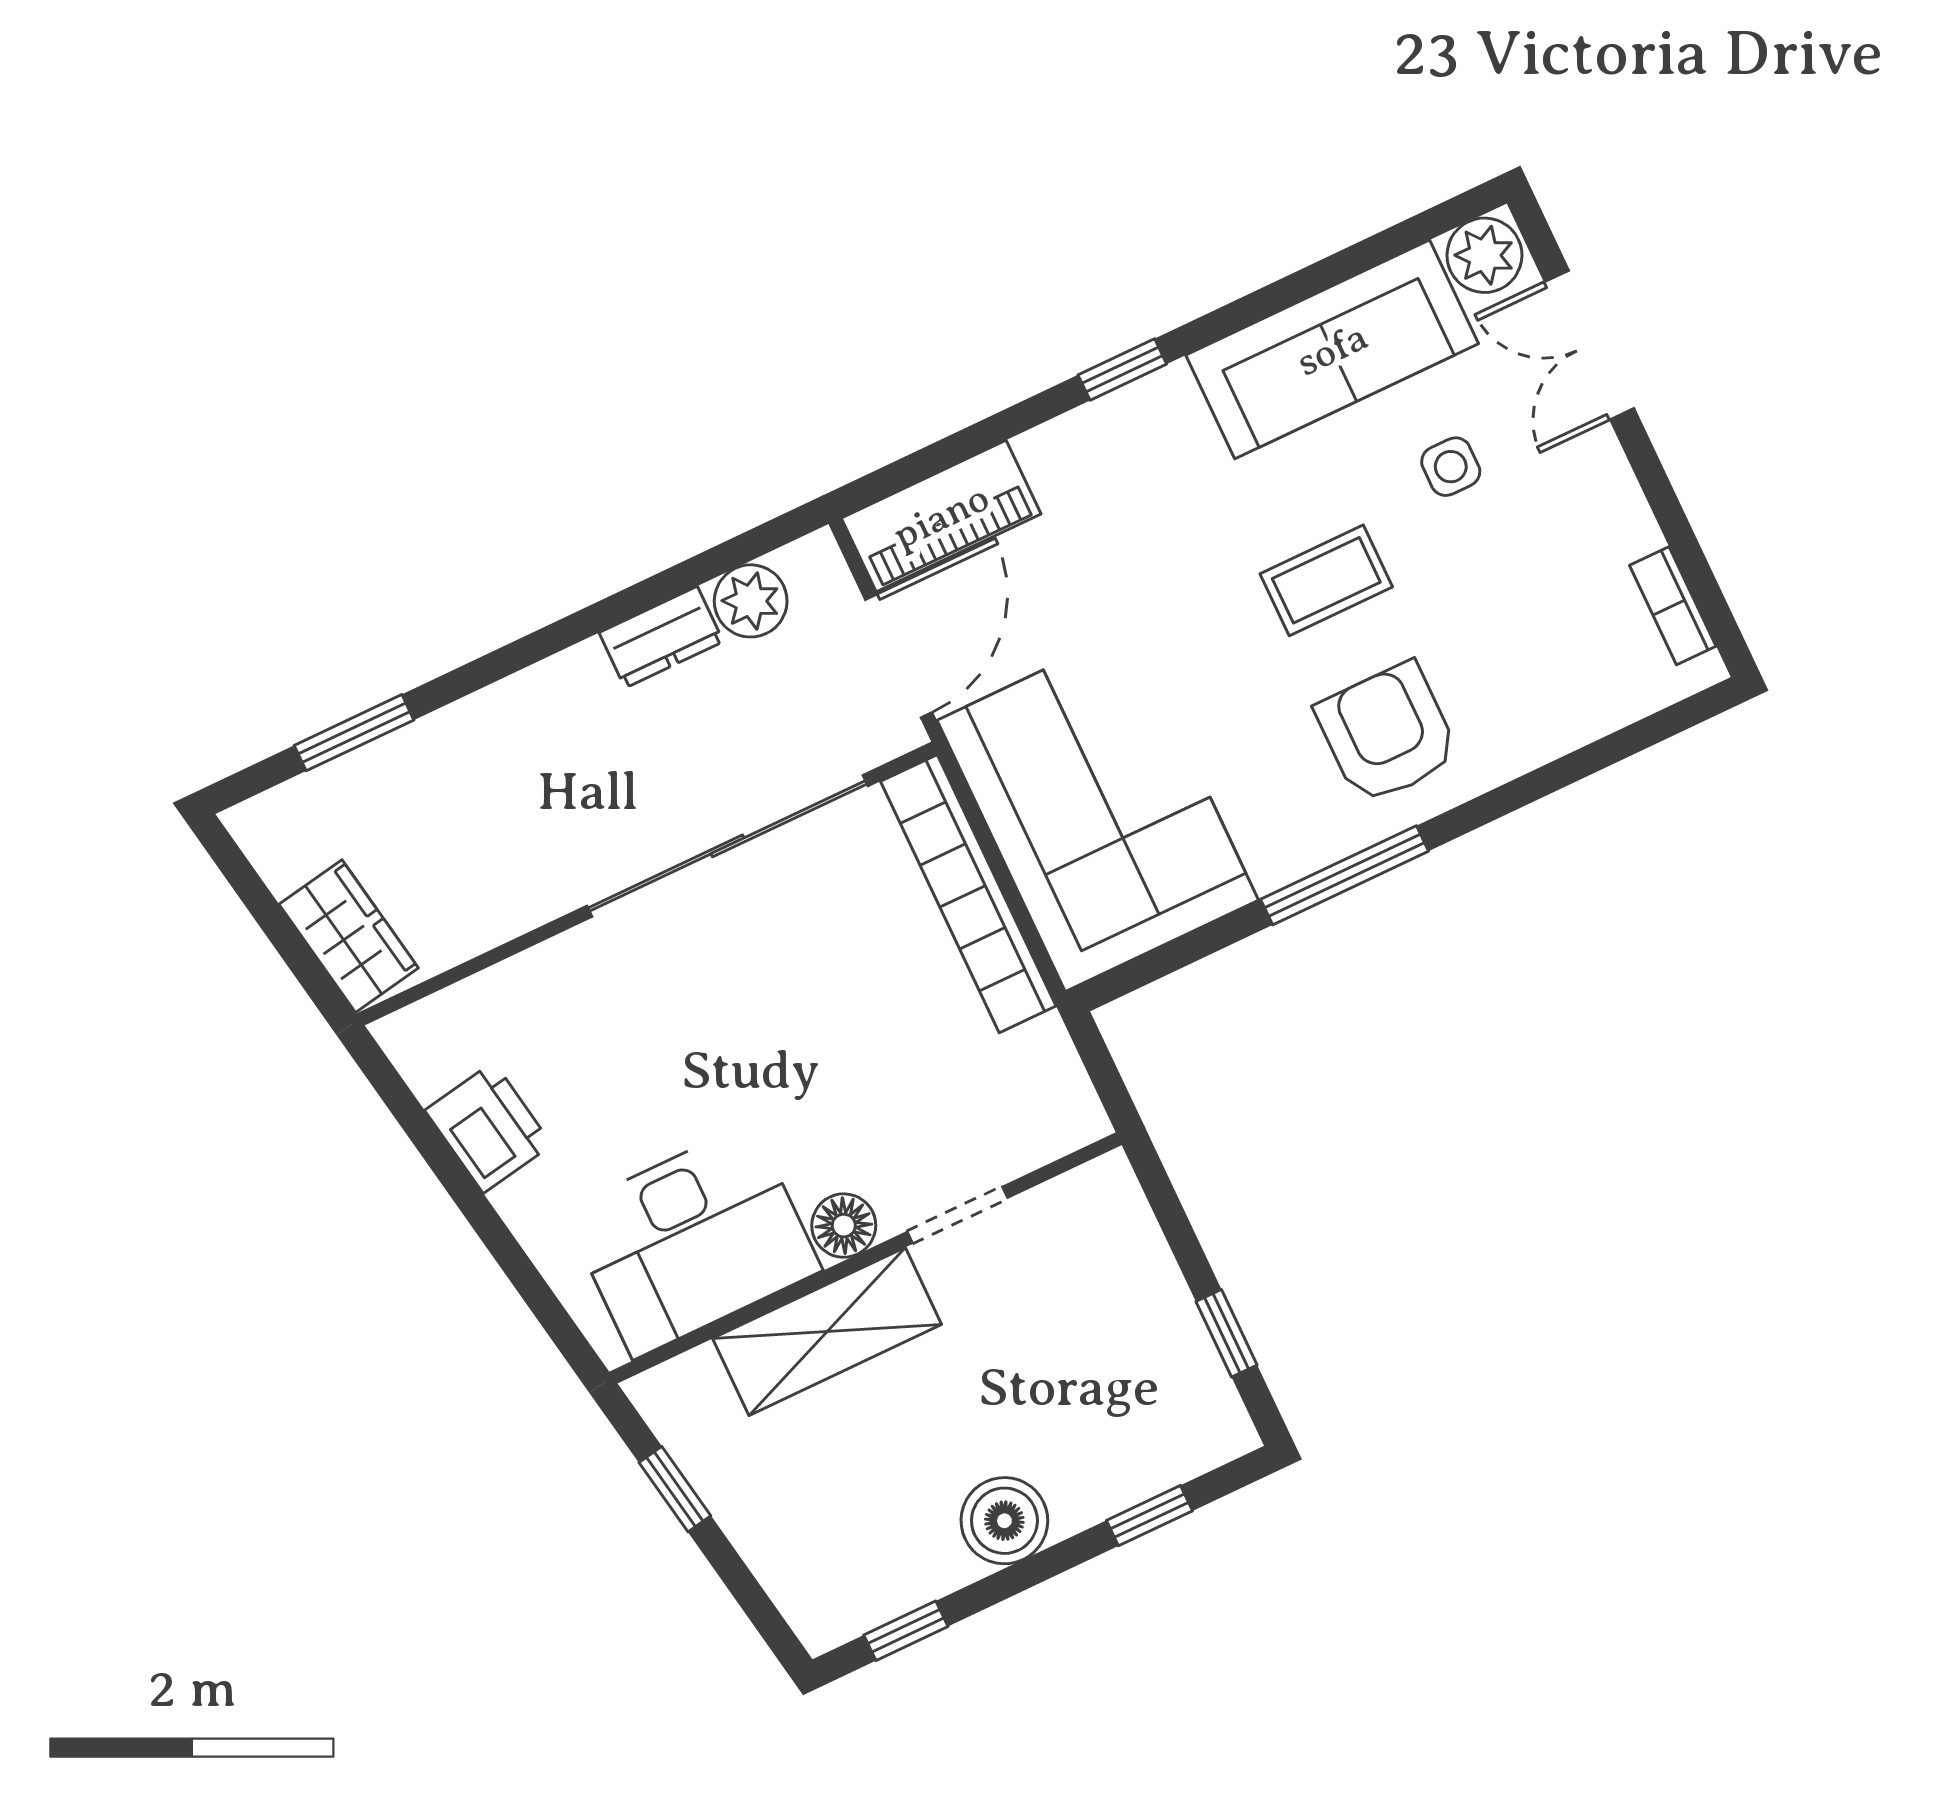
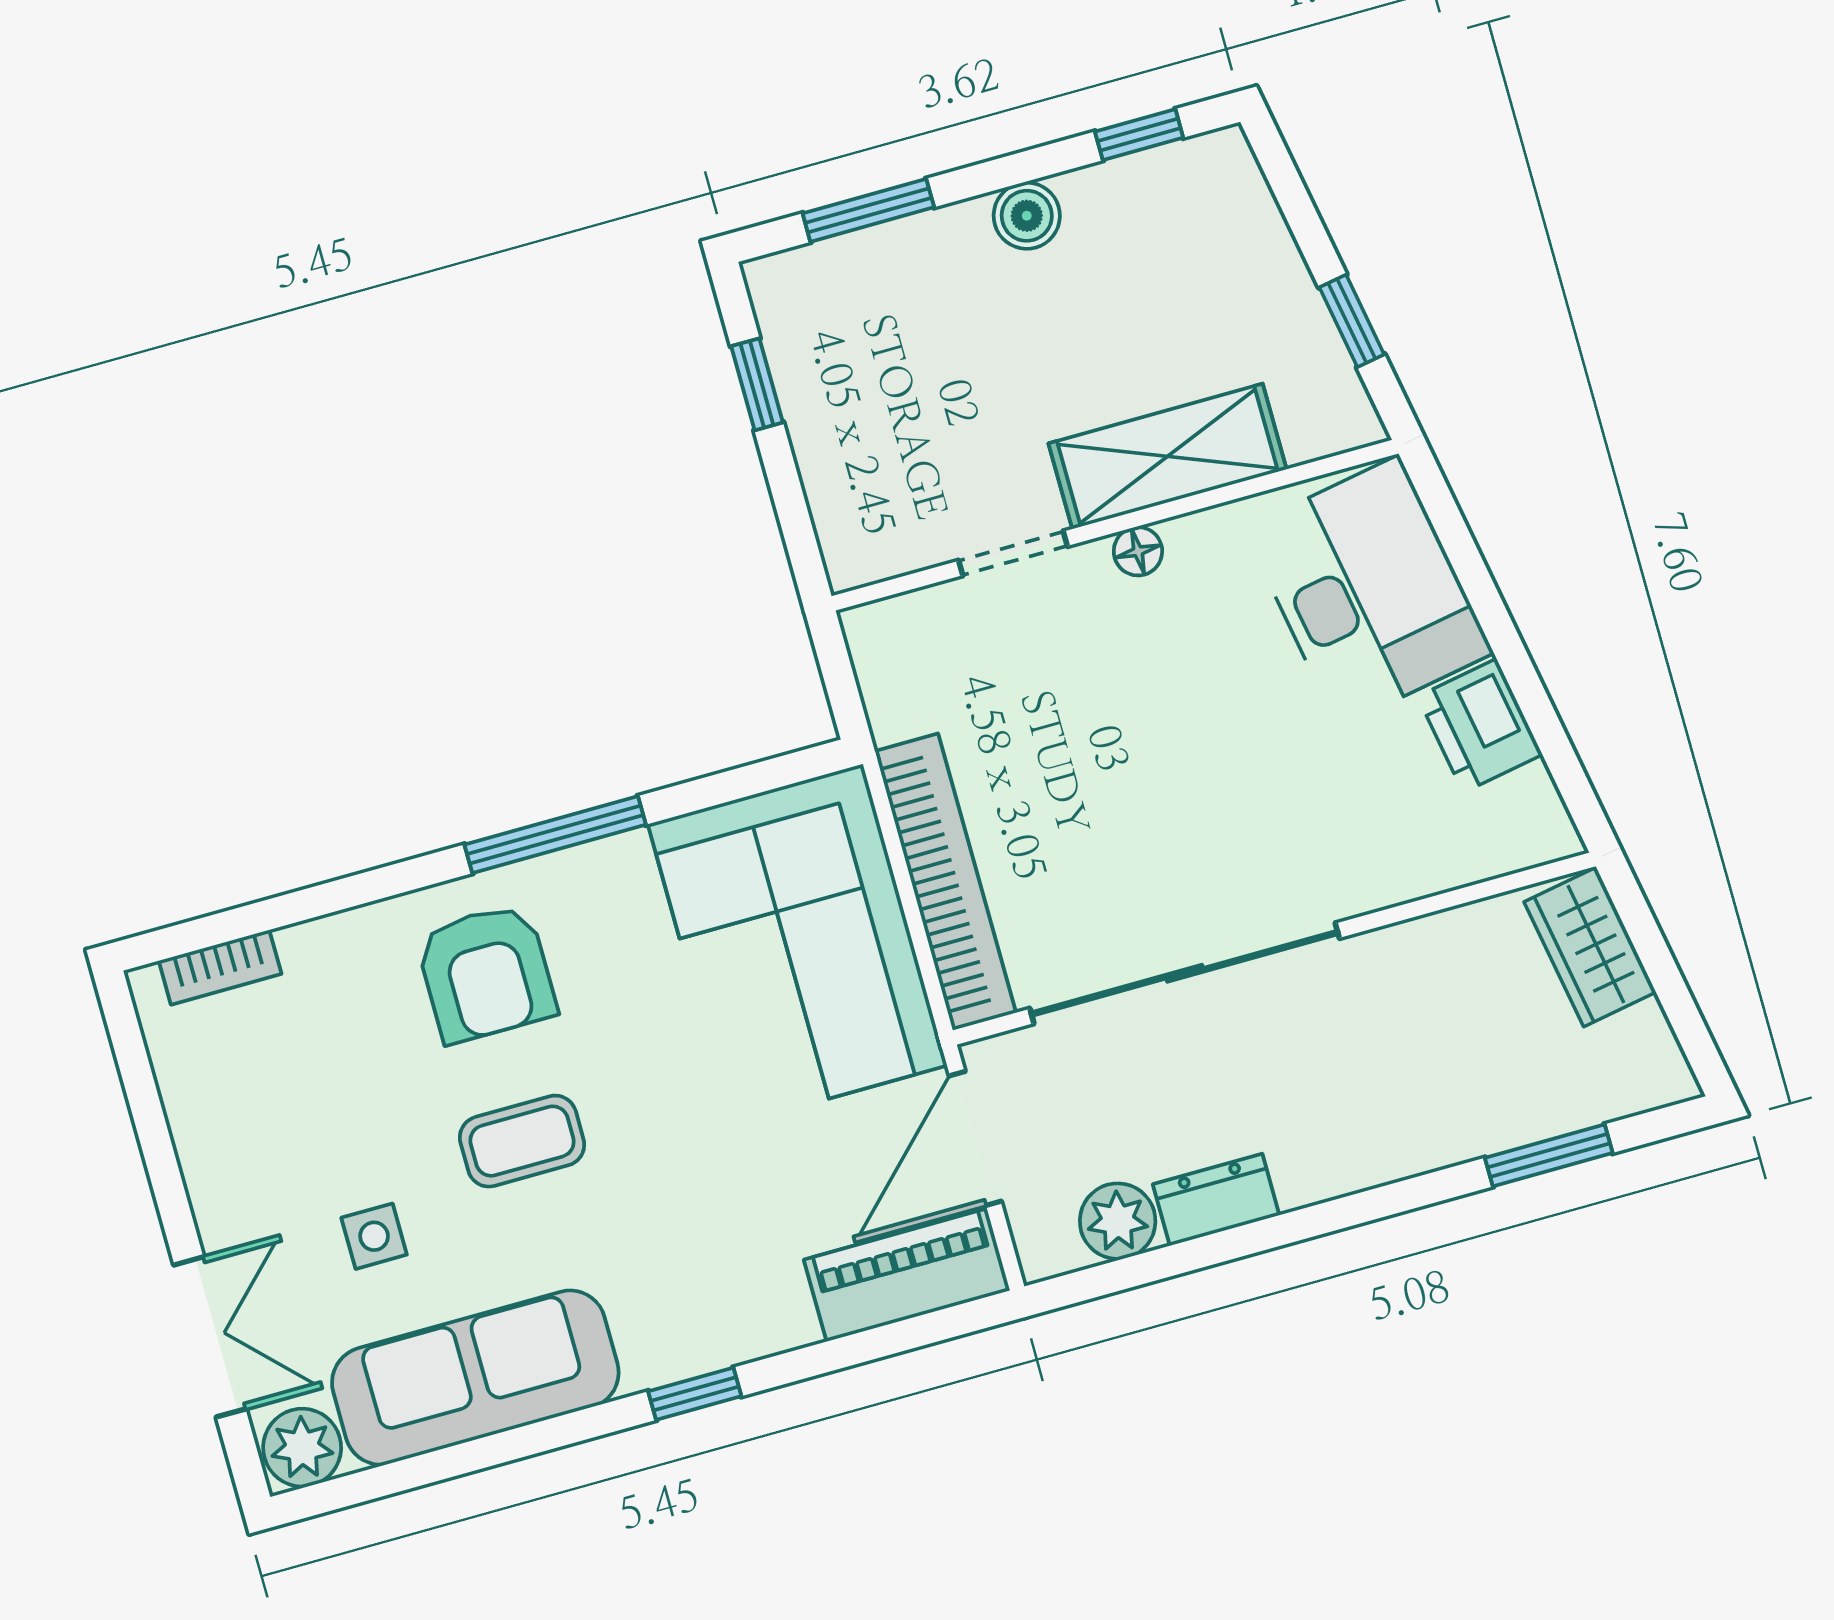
bookcase: (1673, 606) -> (220, 967), moved, turned 90
floor lamp: (844, 1226) -> (1138, 551), width x0.73, depth x0.73
desk: (693, 1240) -> (1369, 591), moved, turned 80
window: (1149, 1516) -> (868, 210), width x1.50
boiler: (1004, 1521) -> (1027, 216), width x0.73, depth x0.73

